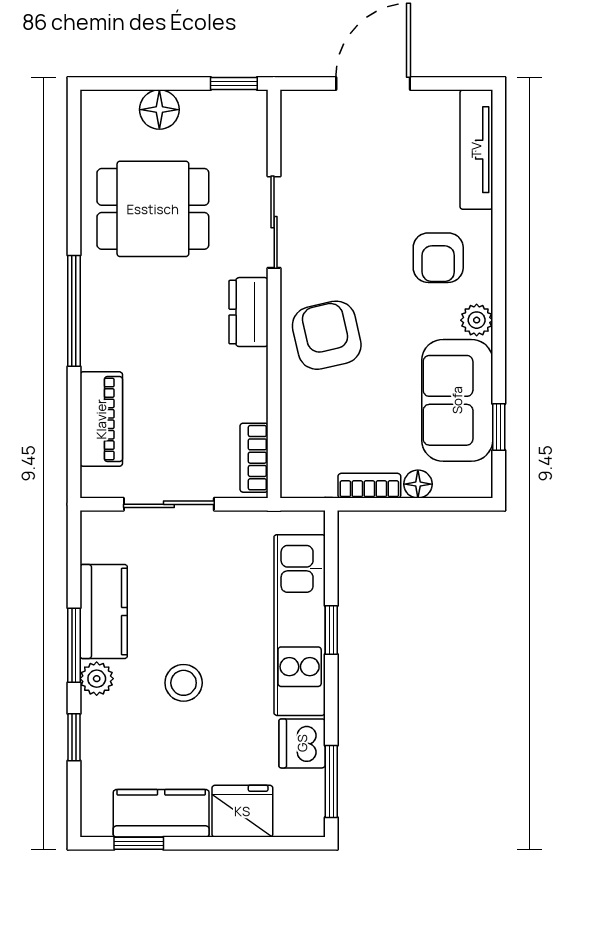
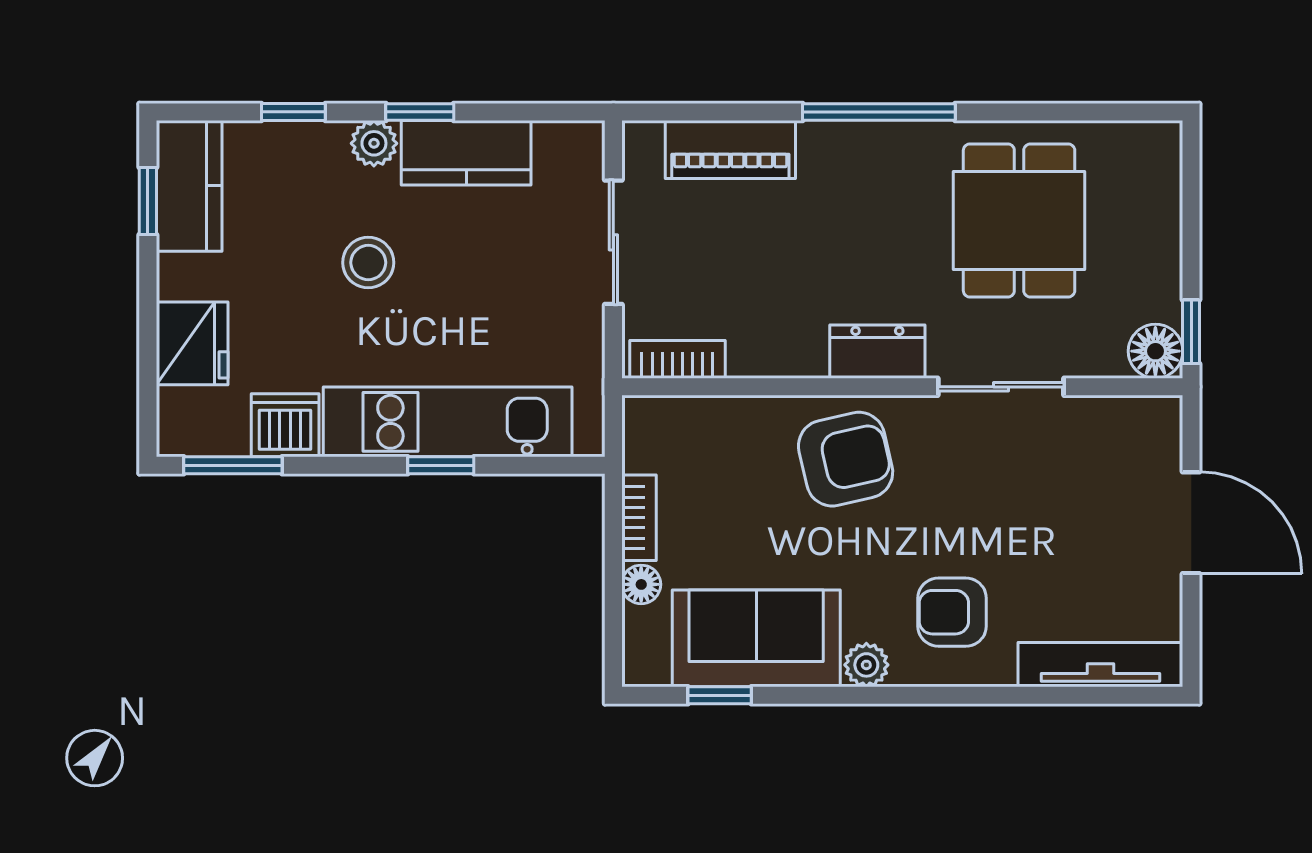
floor lamp: (159, 110) -> (1155, 351), moved
window: (74, 645) -> (420, 112), width x0.67
kitchen counter: (161, 813) -> (189, 186), moved

